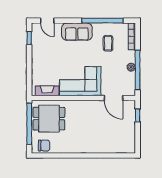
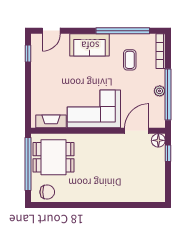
door: (47, 21) -> (51, 31), hinge flipped
door: (113, 98) -> (137, 131), swing flipped
floor lamp: (130, 105) -> (158, 140), added

